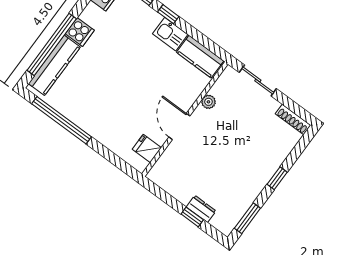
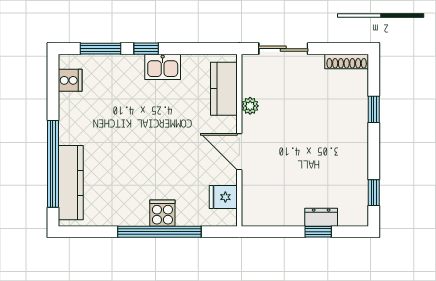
cooker: (80, 32) -> (162, 213), moved, turned -90
kitchen counter: (200, 57) -> (224, 89), moved, turned 90
window: (61, 120) -> (159, 232), moved
window: (277, 178) -> (374, 109), moved
window: (247, 218) -> (374, 193), width x0.67

